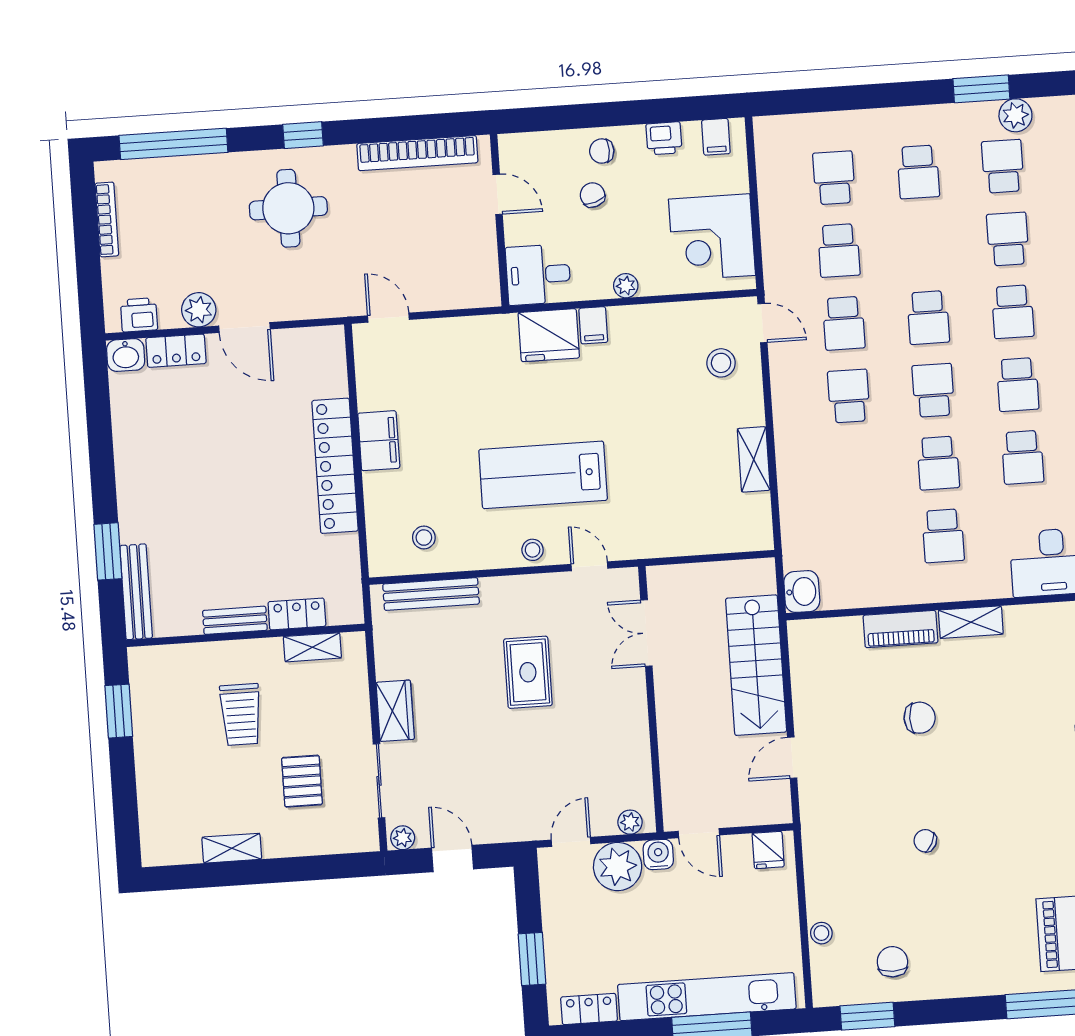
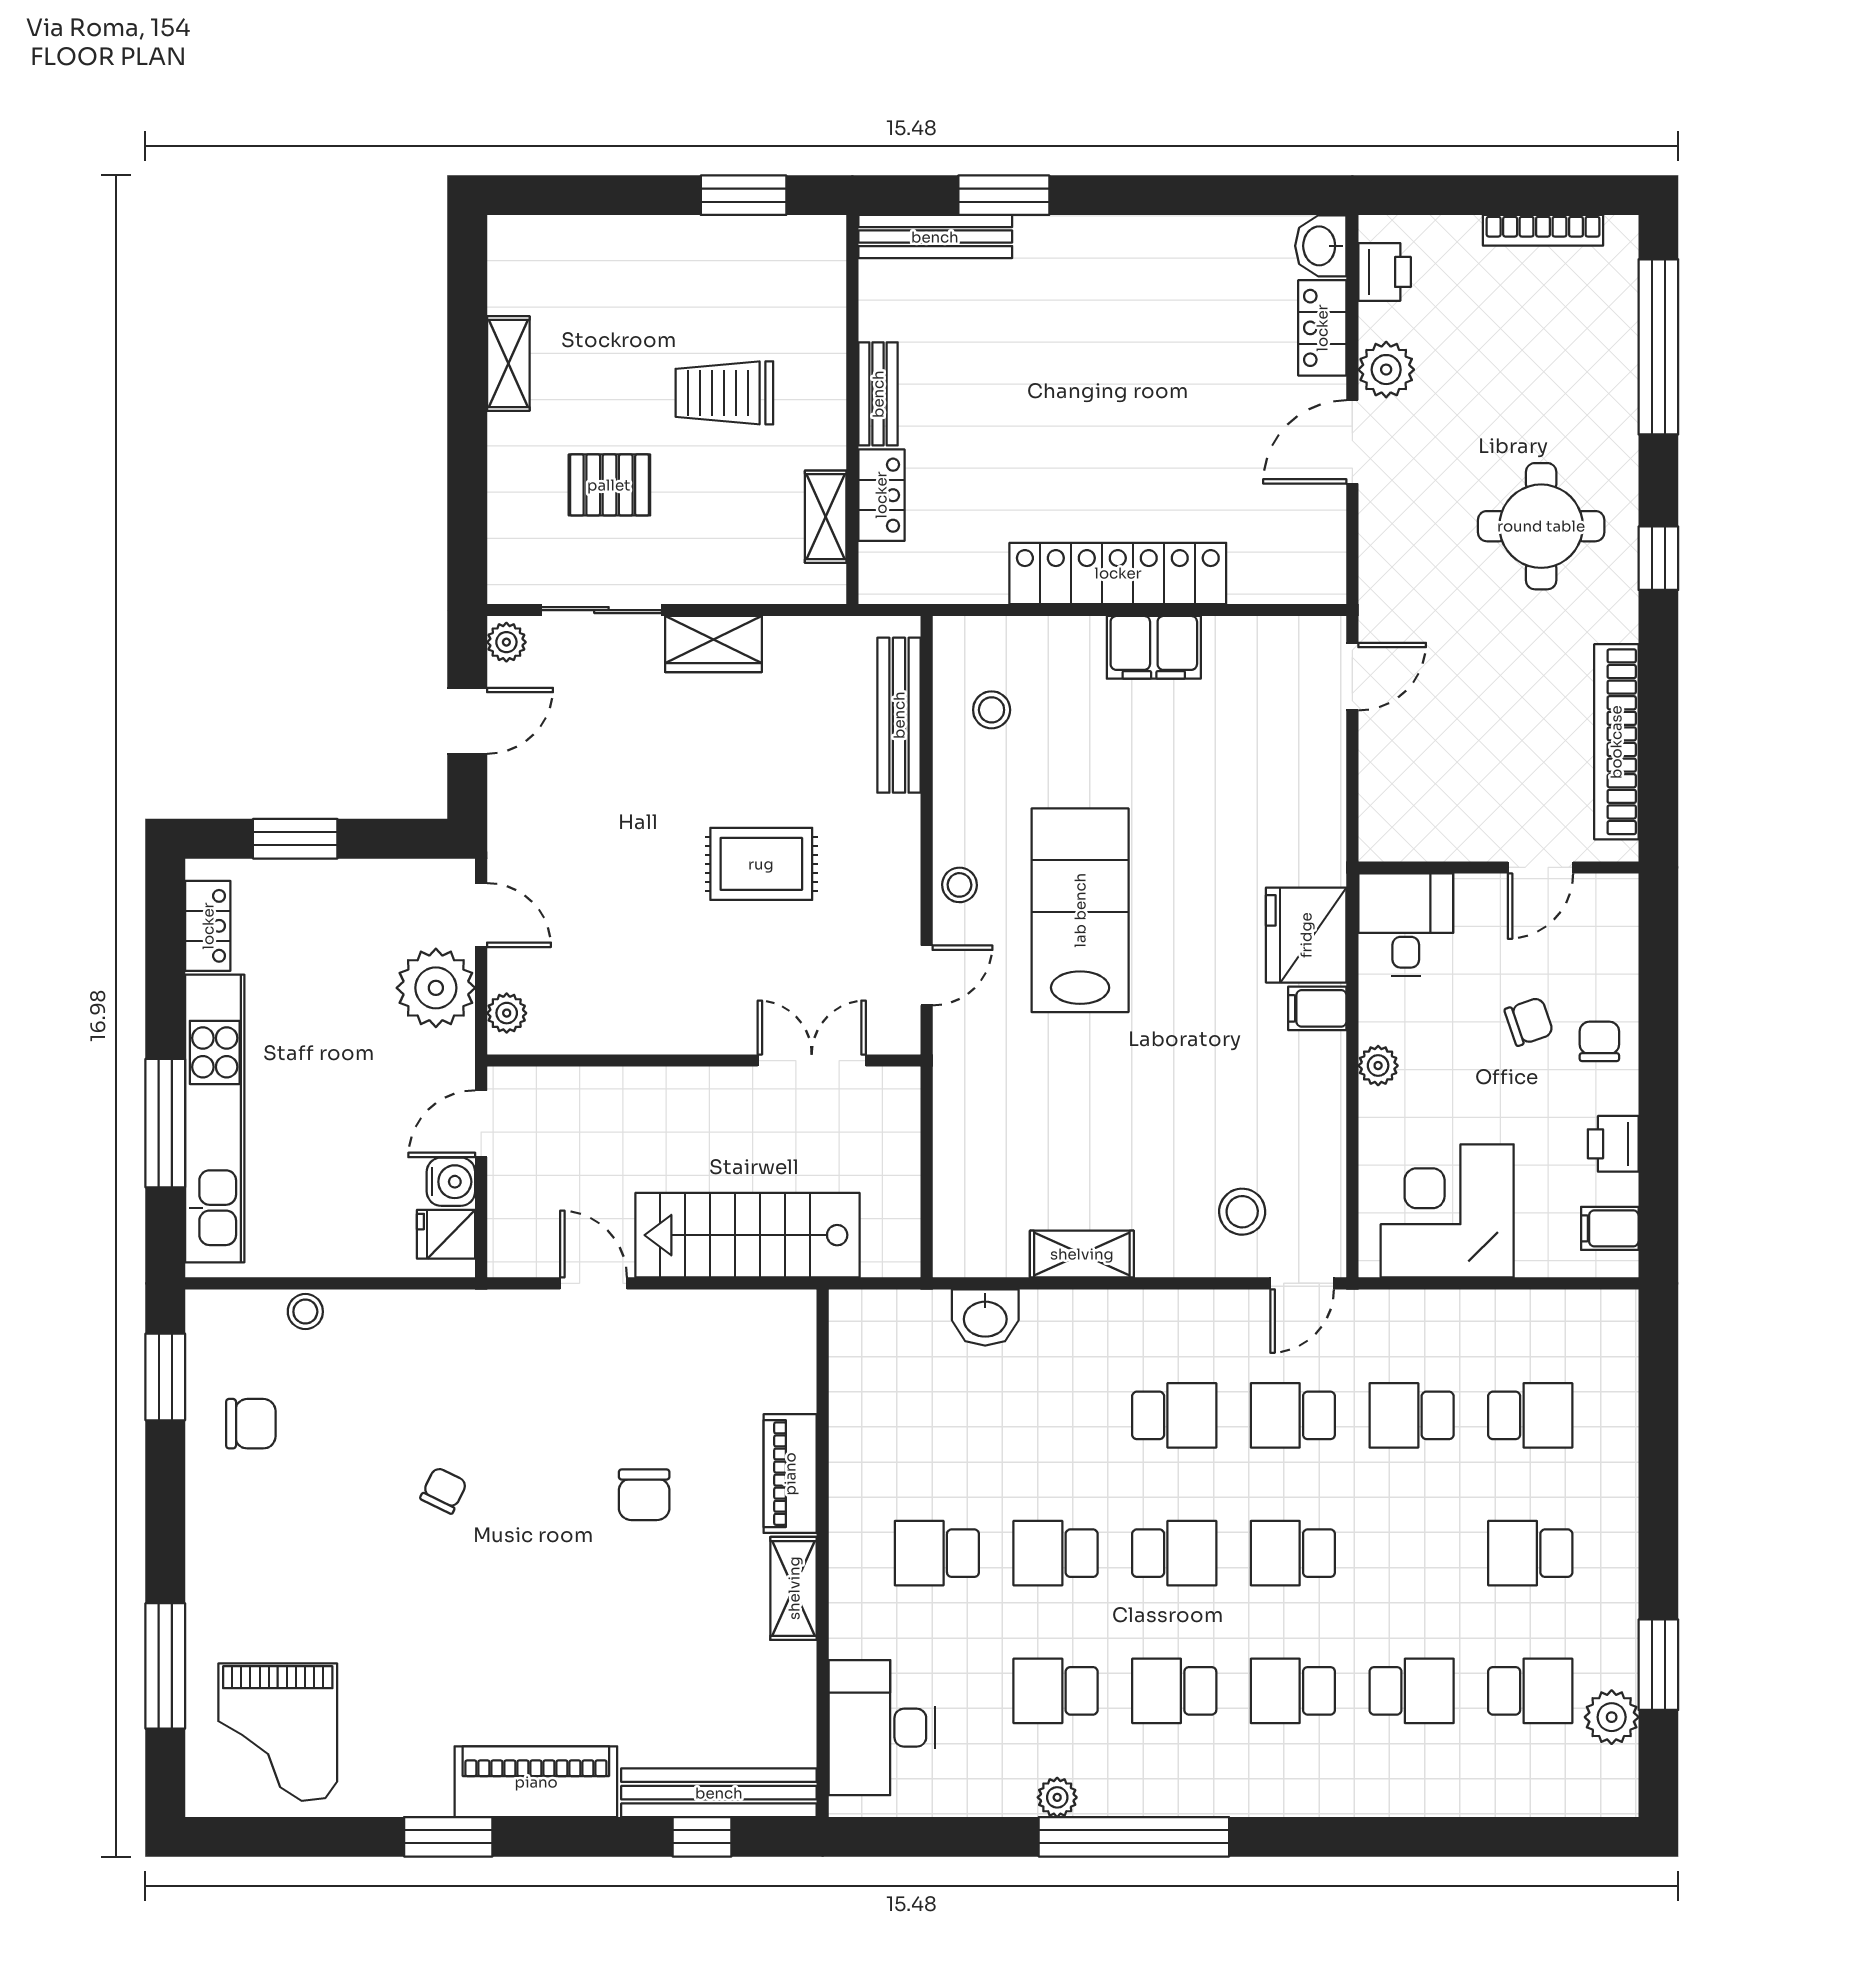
washbasin: (802, 592) -> (985, 1317), moved
water cooler: (658, 854) -> (451, 1182), moved

